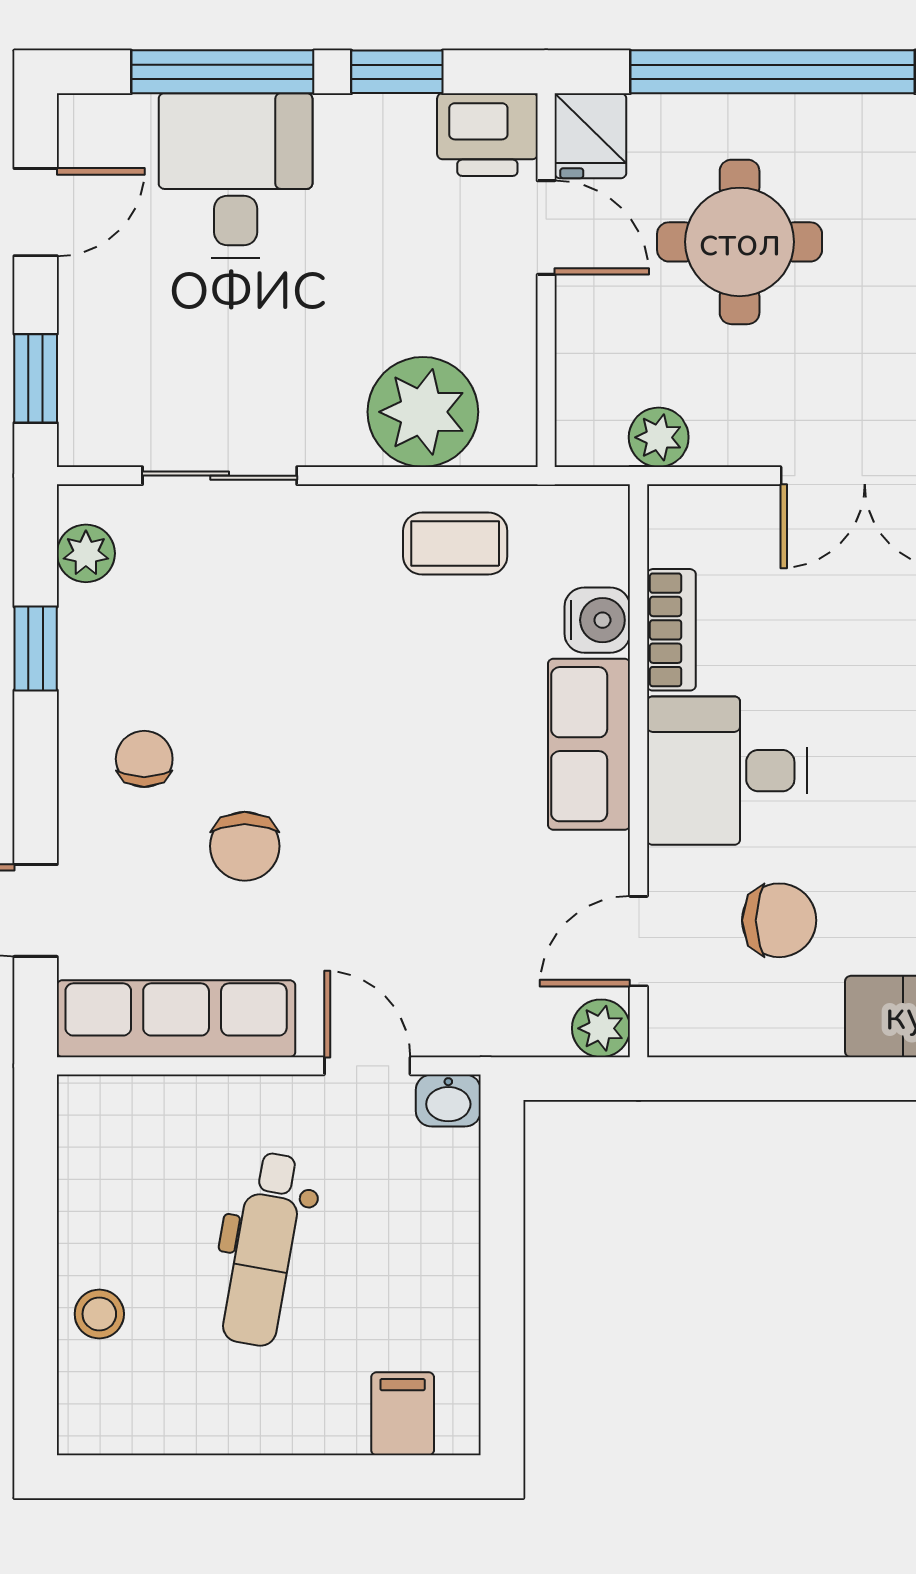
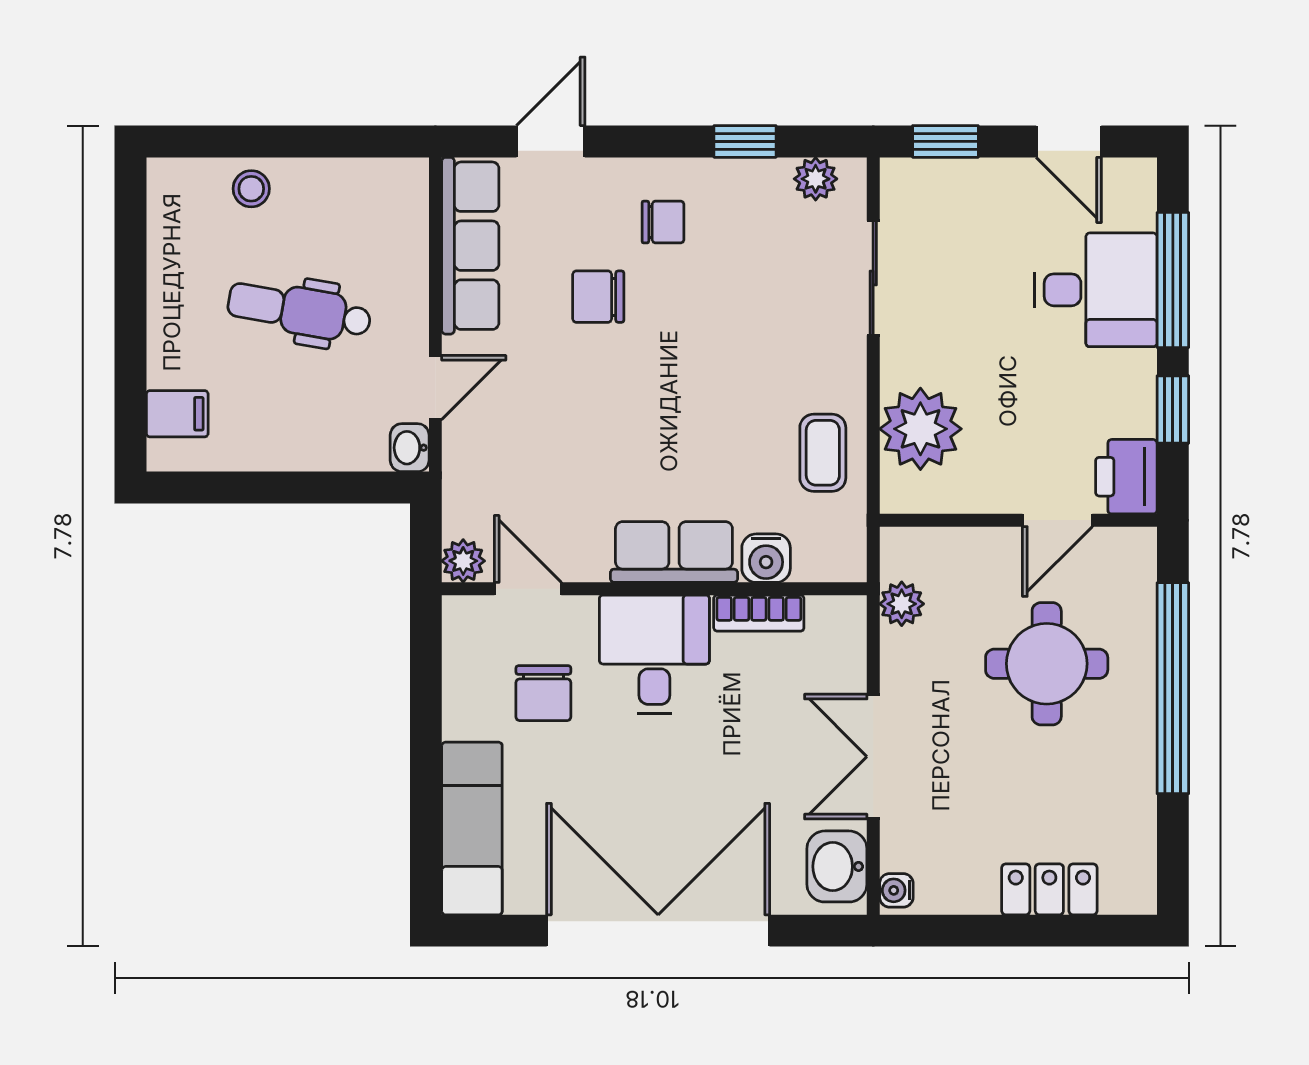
fridge: (590, 136) -> (1125, 553), removed

